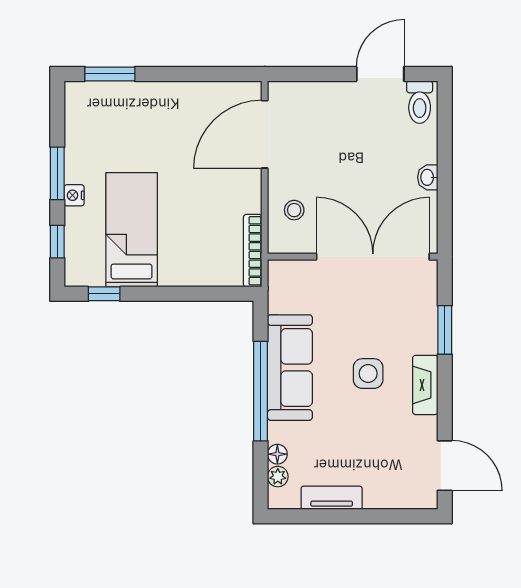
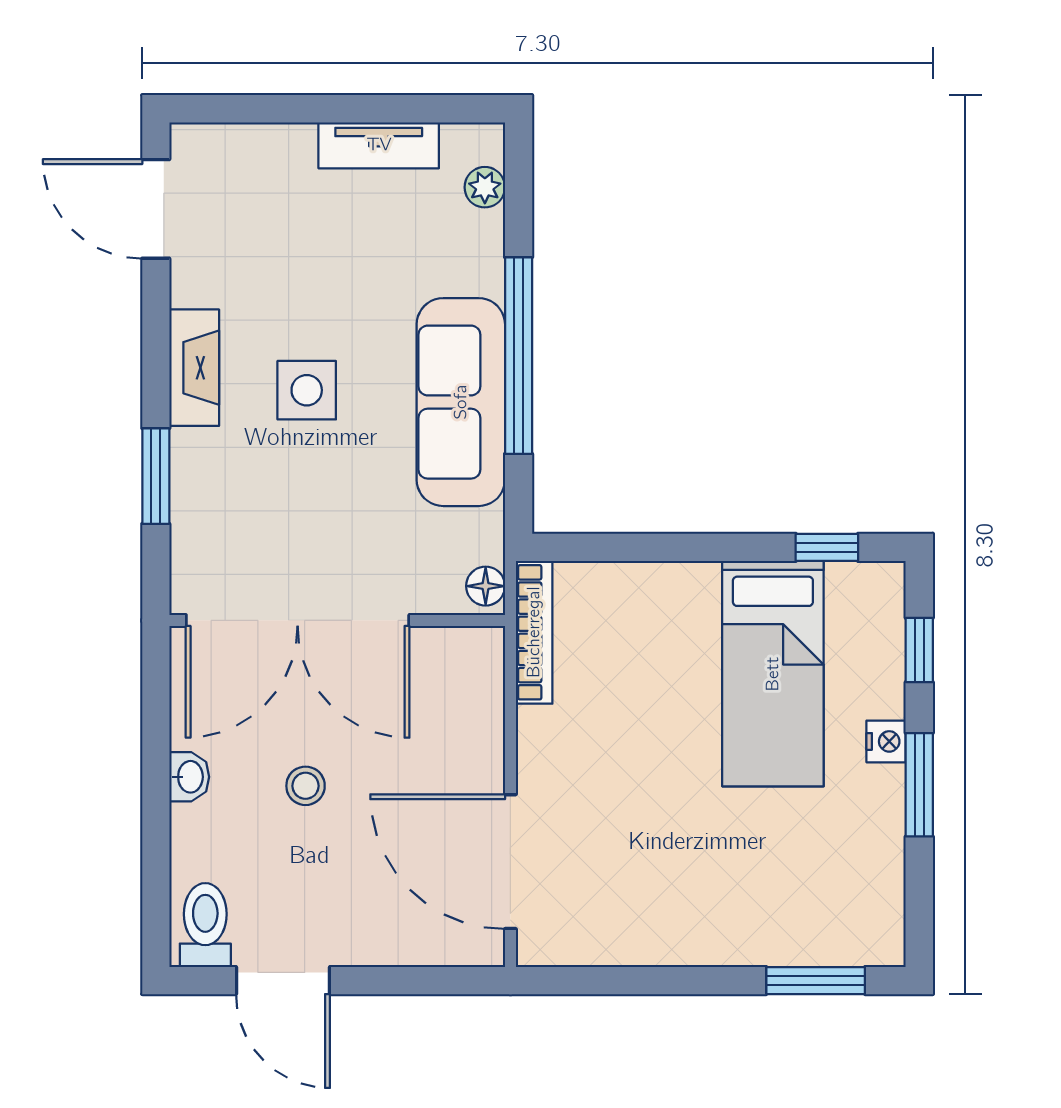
door: (380, 74) -> (283, 981), hinge flipped
door: (265, 134) -> (510, 862), swing flipped
stool: (294, 210) -> (306, 786), moved
floor lamp: (277, 454) -> (486, 586), moved

